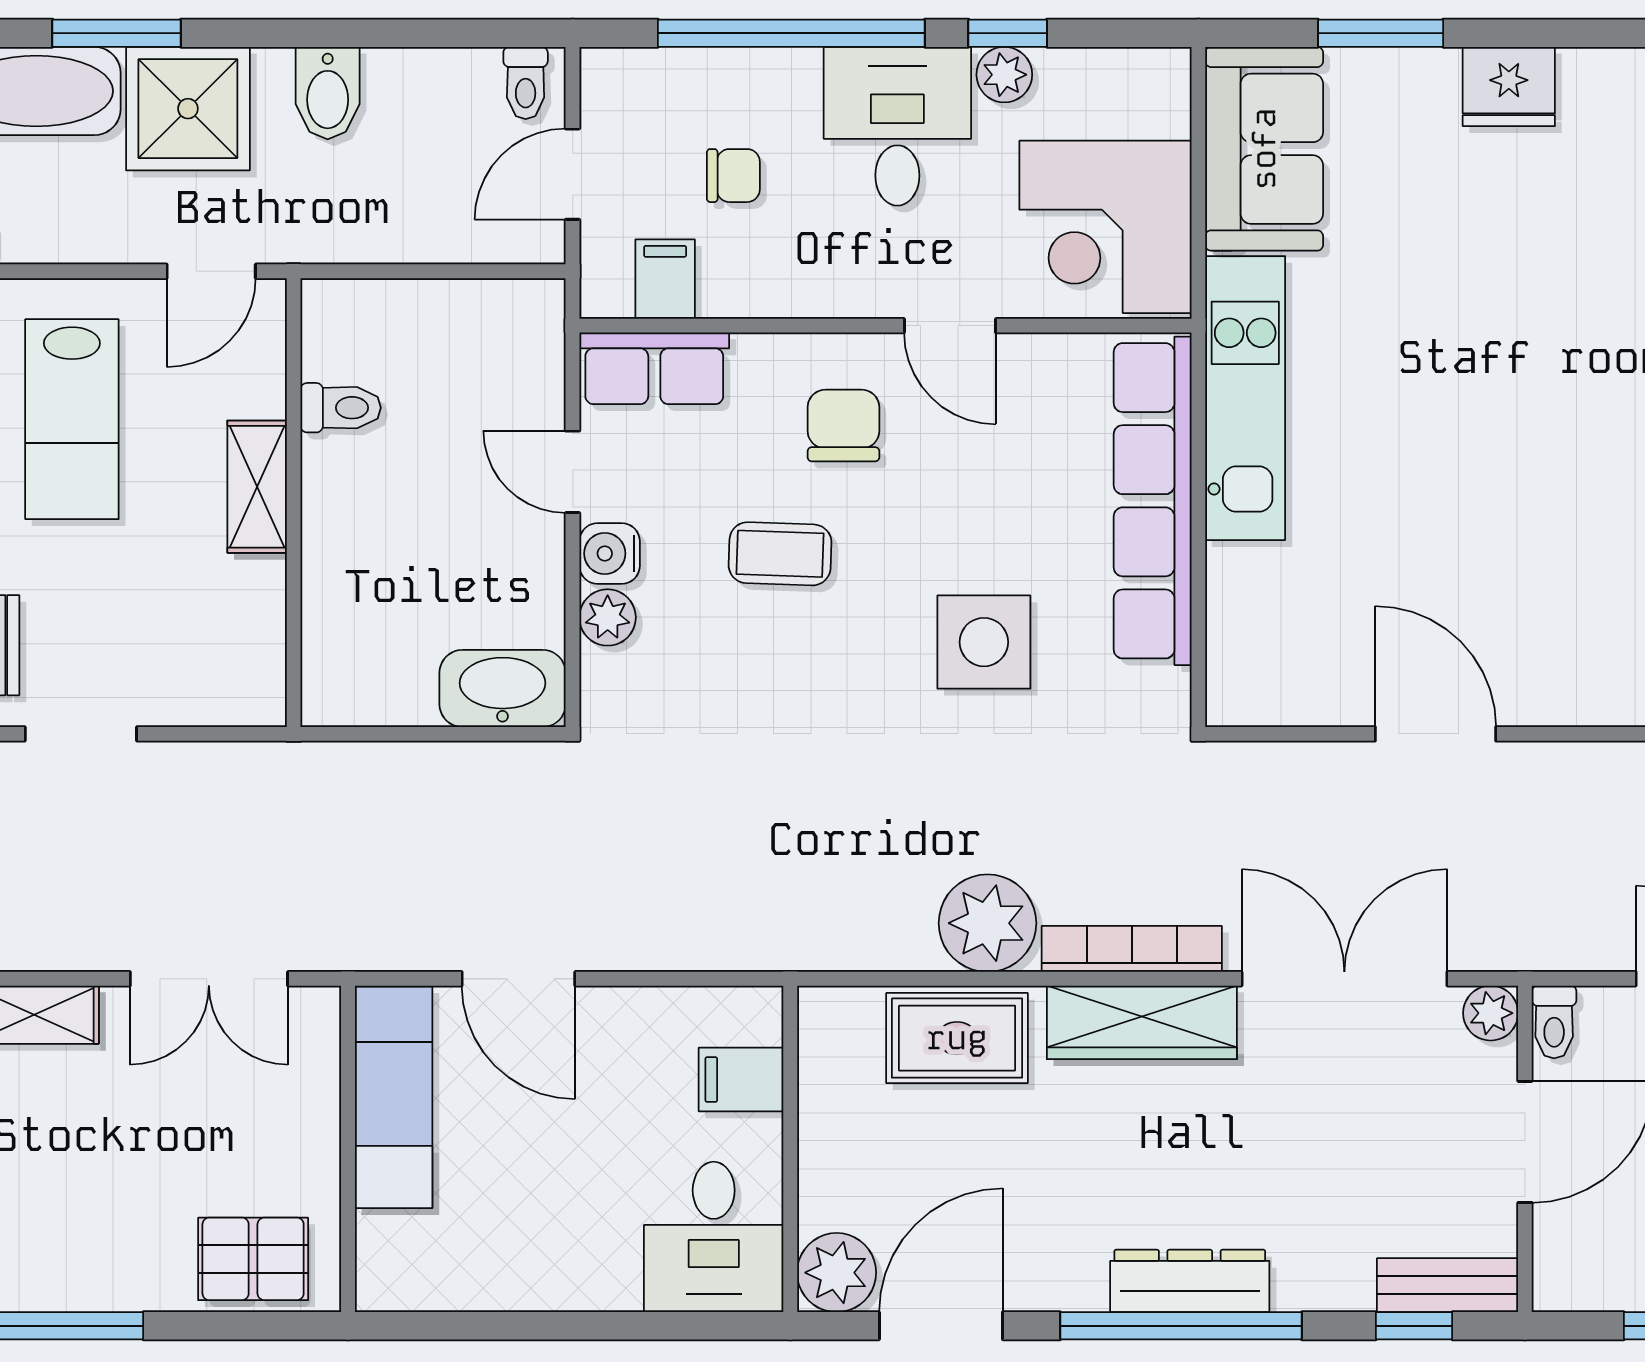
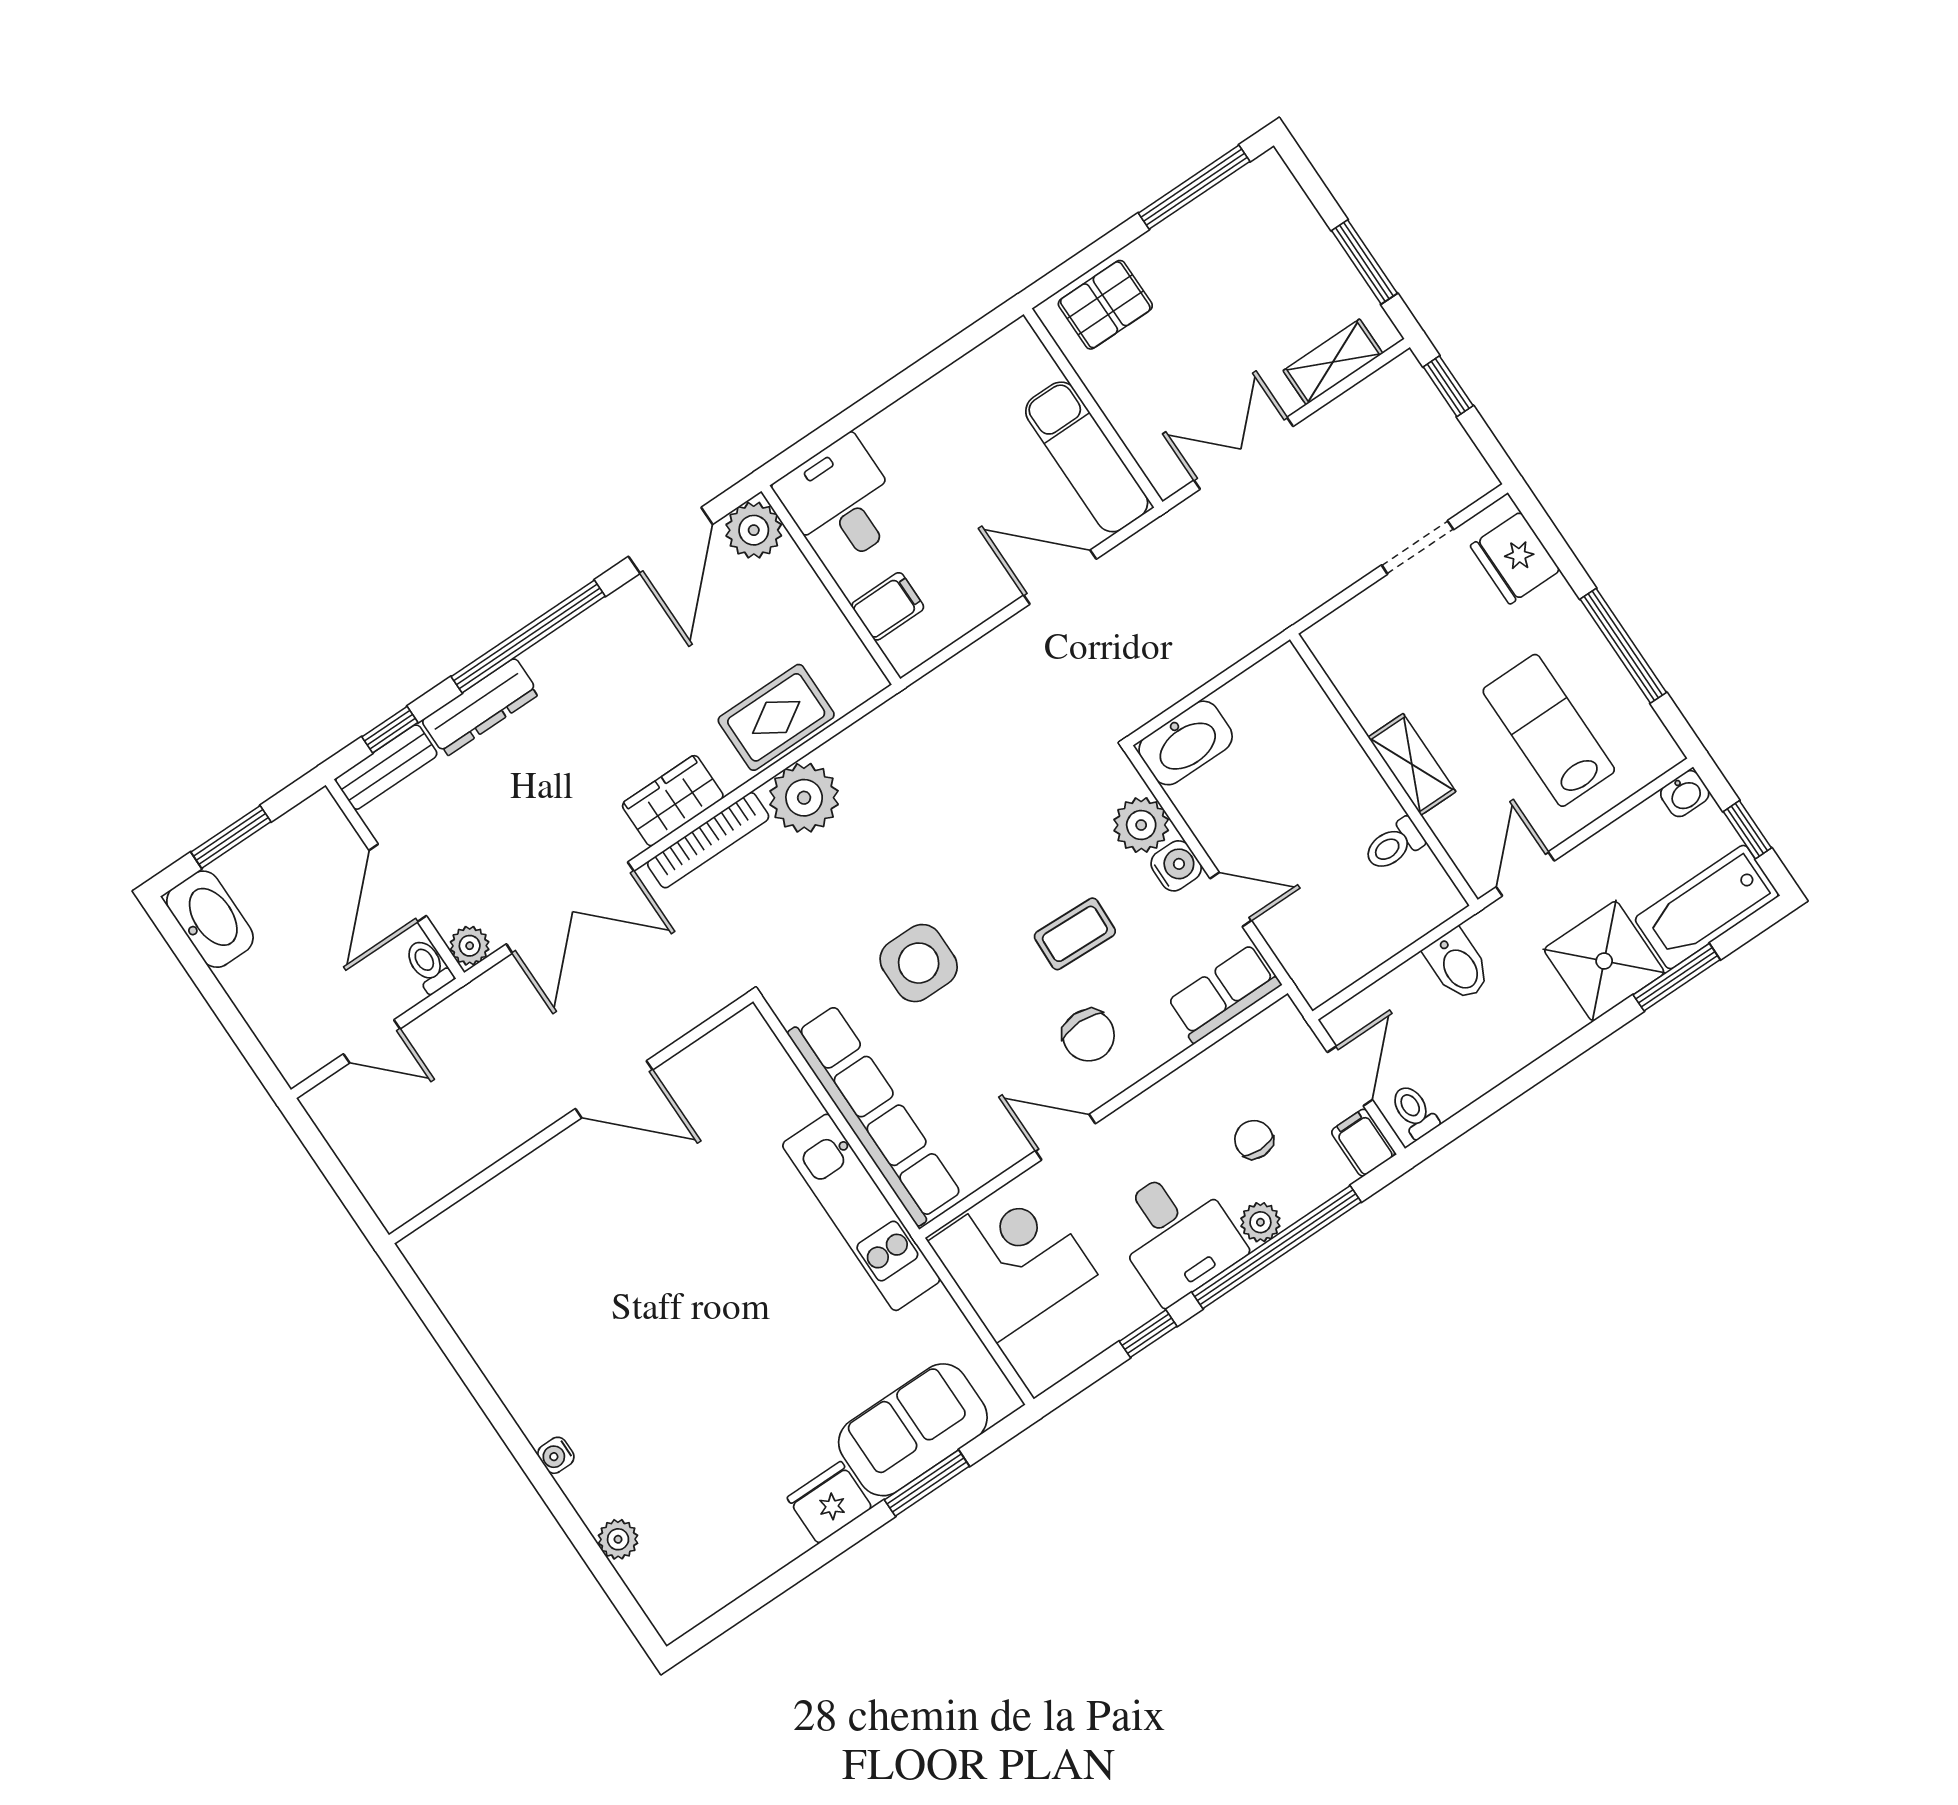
plant: (1004, 75) -> (1260, 1222), moved
bidet: (328, 93) -> (1458, 965), moved, turned 180
sofa: (1264, 149) -> (913, 1430), moved, turned 90
chair: (733, 176) -> (1254, 1140), turned 90
filing cabinet: (665, 279) -> (1363, 1143), moved, turned 180
plant: (608, 617) -> (1141, 825), width x1.38, depth x1.38
wardrobe: (1142, 1022) -> (673, 801), width x0.67
dresser: (1190, 1281) -> (480, 707), moved

